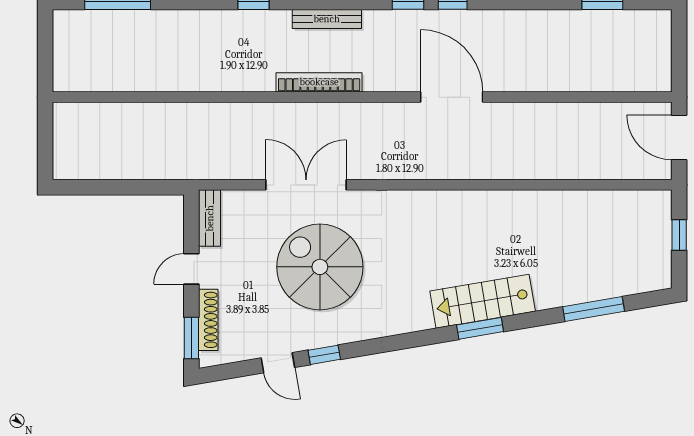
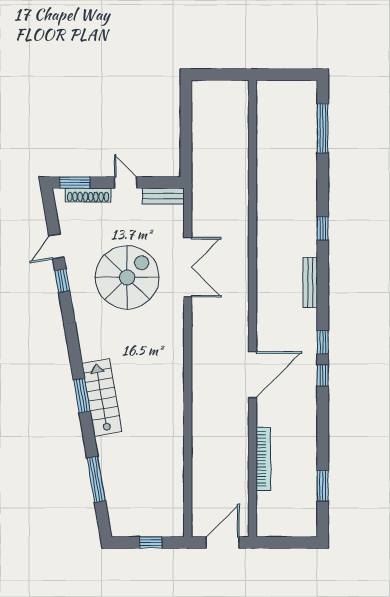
bookcase: (319, 82) -> (263, 459), moved

